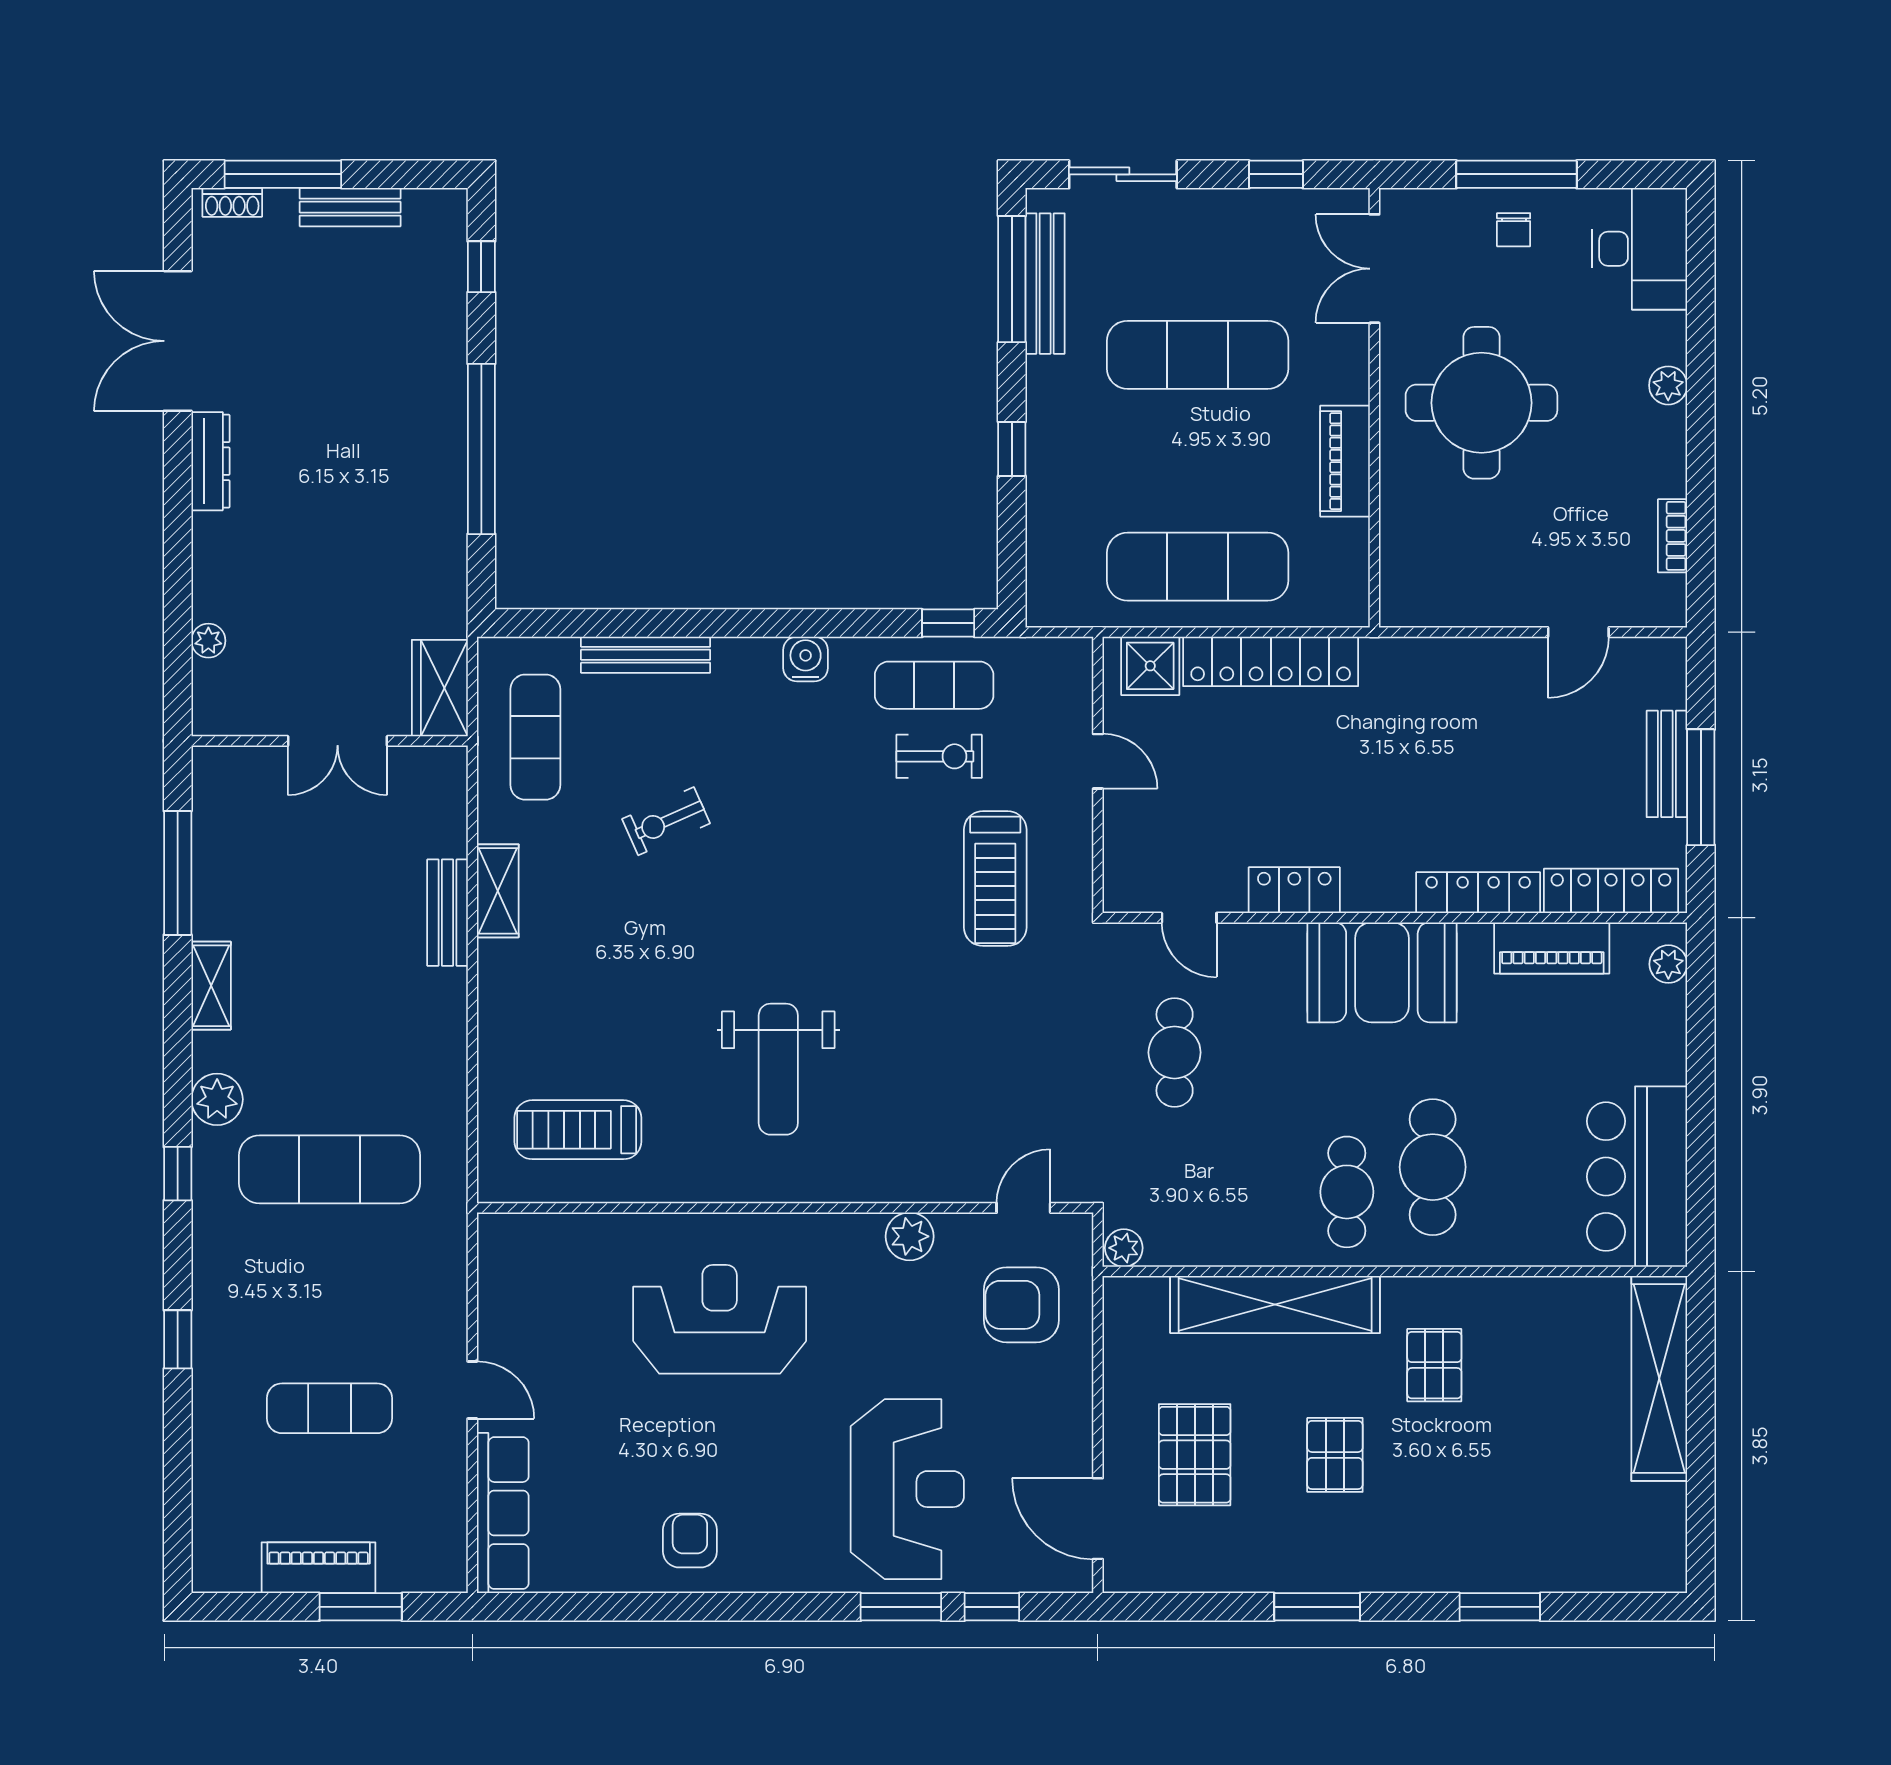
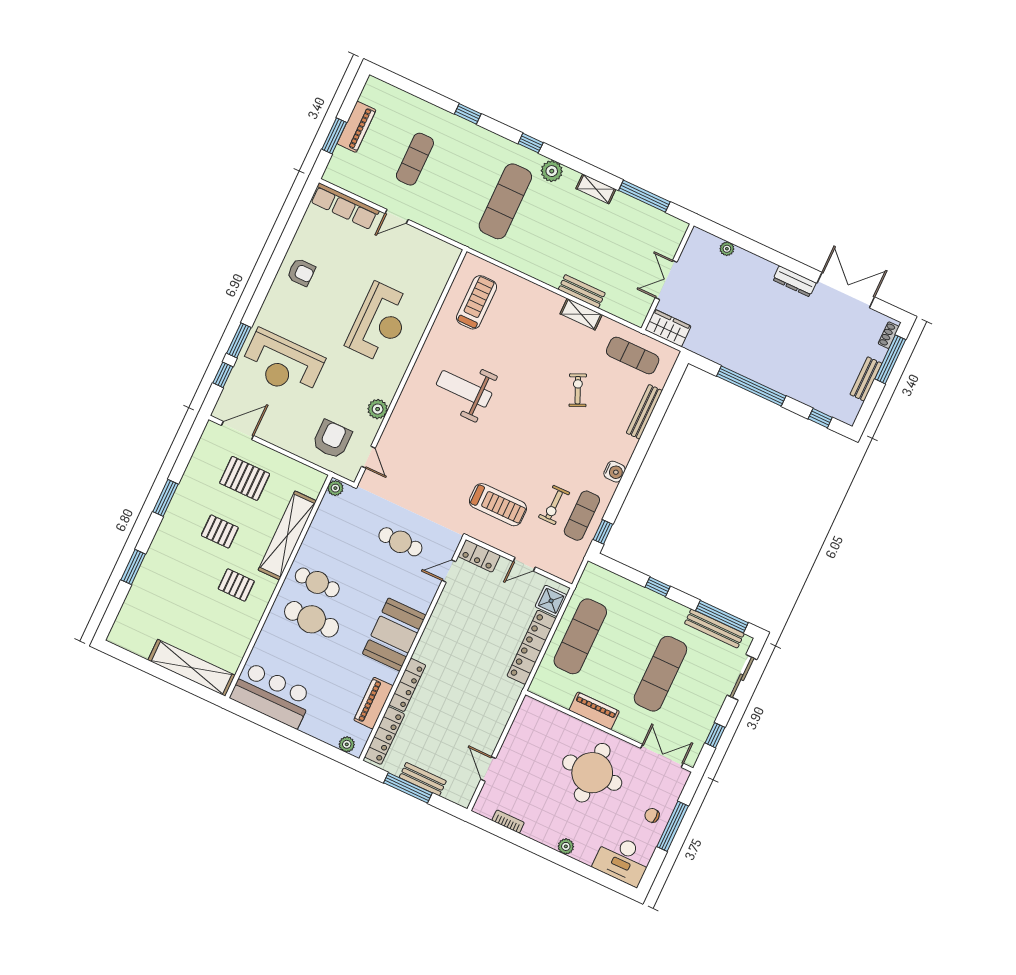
treadmill: (995, 879) -> (498, 505), turned 180
locker: (1294, 890) -> (479, 556), moved, turned 90

